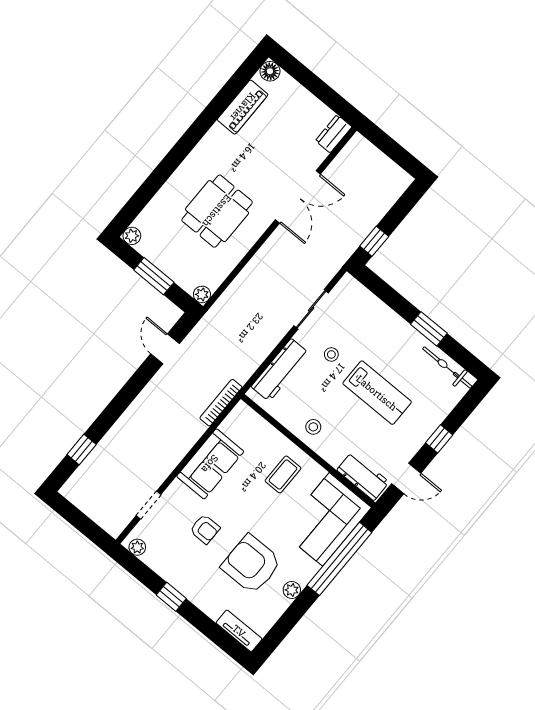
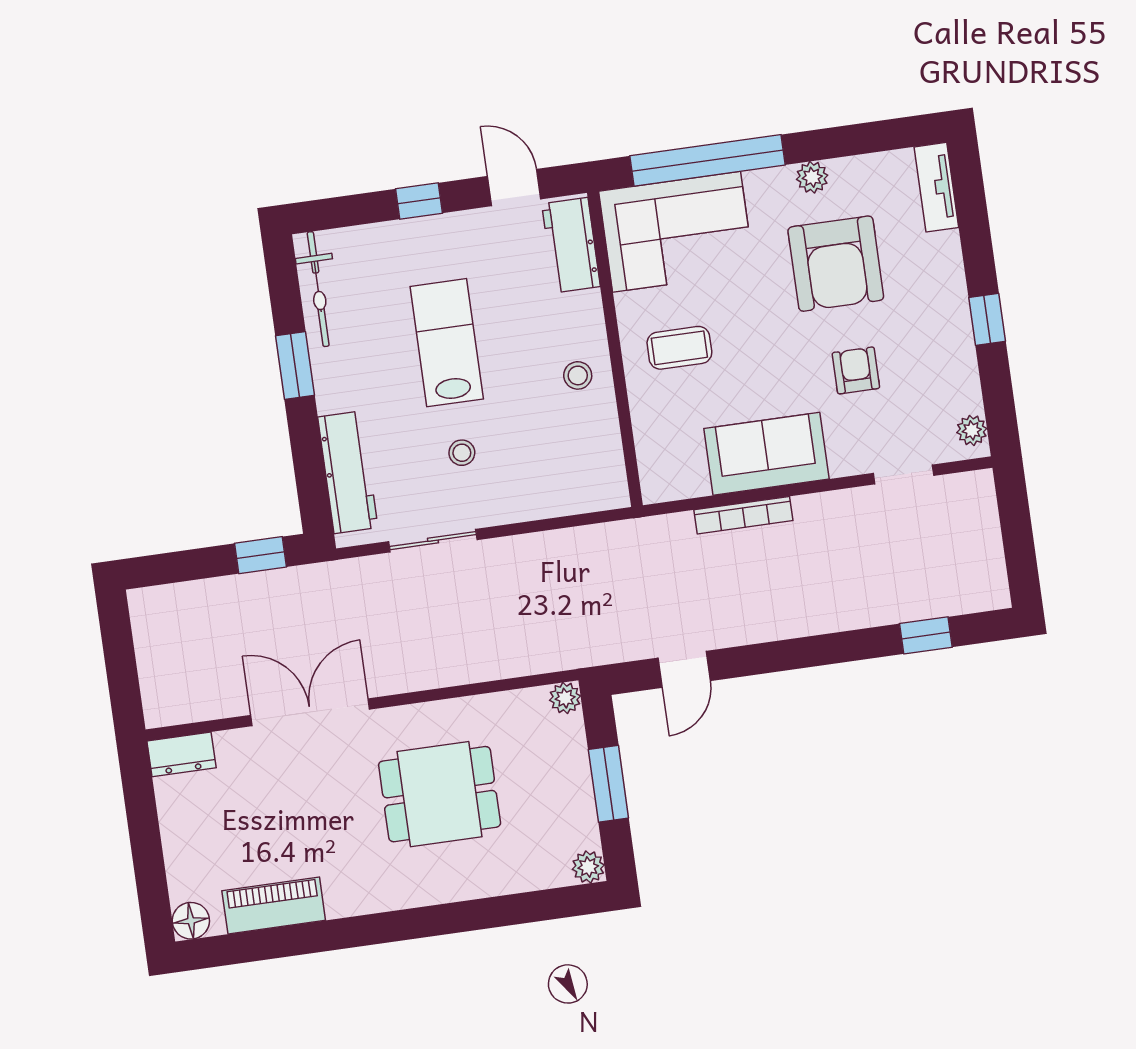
workbench: (280, 370) -> (348, 472), moved, turned 90
bookcase: (221, 403) -> (743, 515), moved

